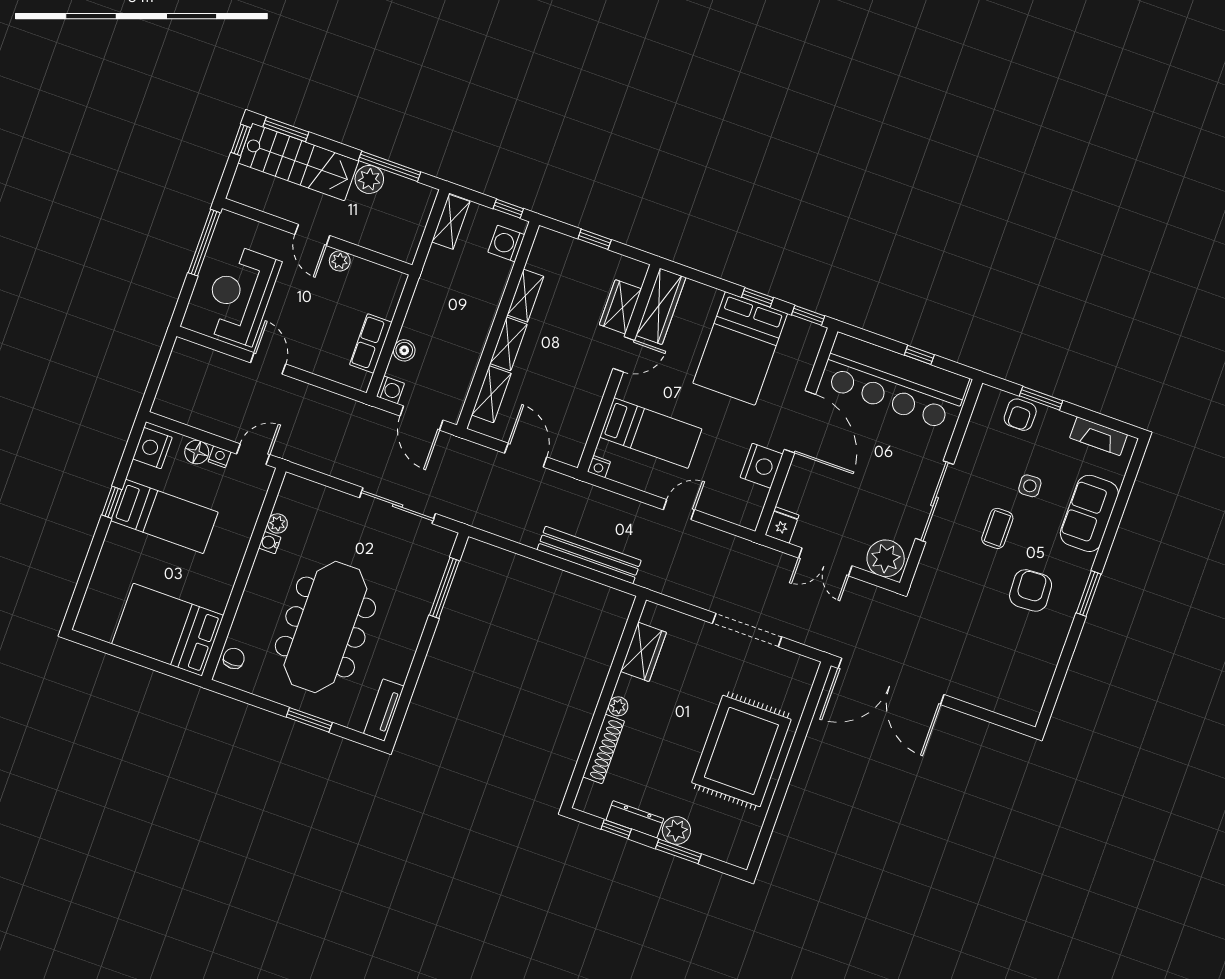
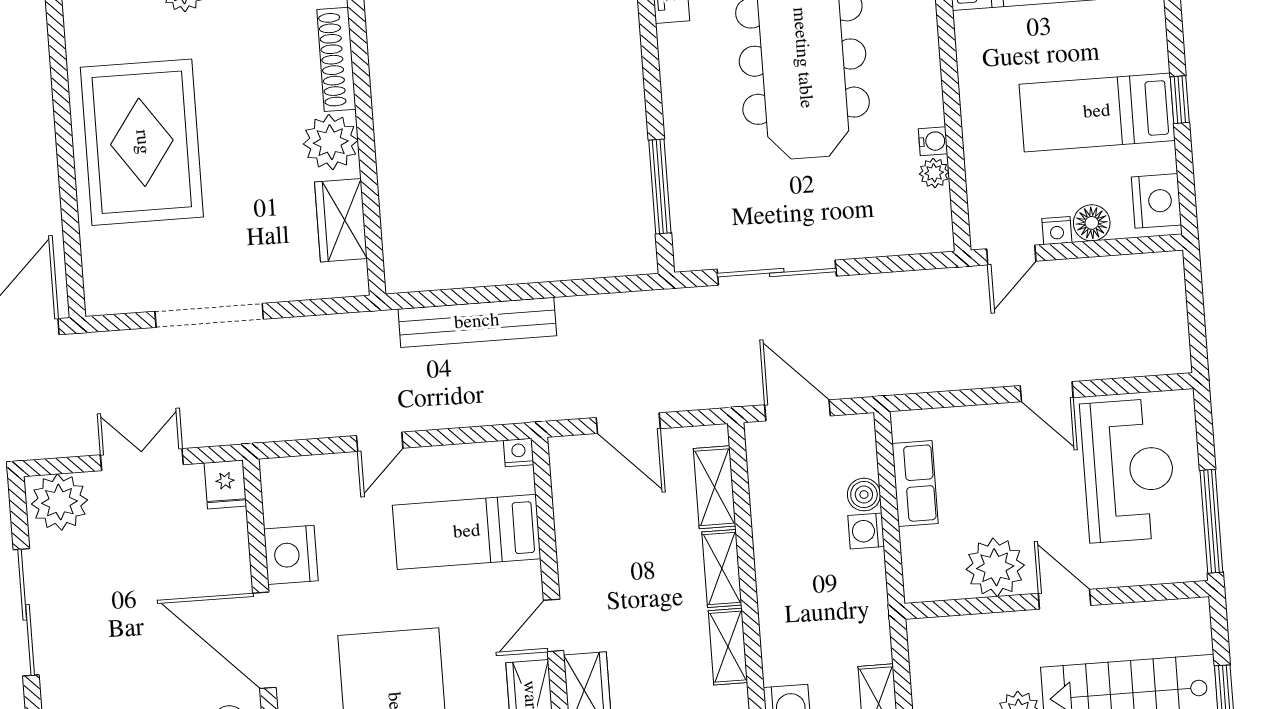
plant: (340, 261) -> (995, 567), width x1.88, depth x1.88
washing machine: (390, 390) -> (866, 531), moved
plant: (618, 706) -> (331, 142), width x1.88, depth x1.88

